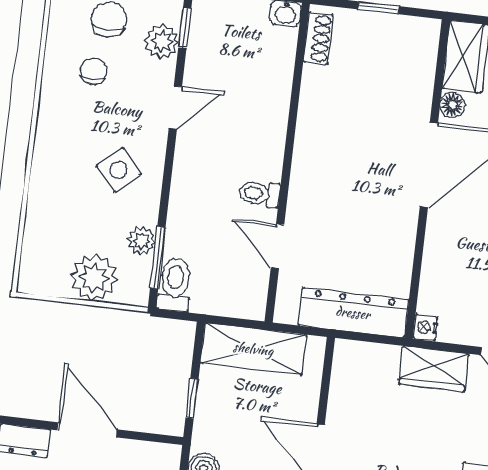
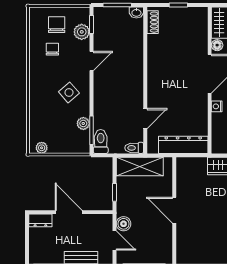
toilet: (259, 194) -> (134, 148), moved
door: (277, 246) -> (145, 119), swing flipped
plant: (94, 278) -> (42, 148), moved, width x0.53, depth x0.53
nightstand: (425, 327) -> (217, 106), moved

